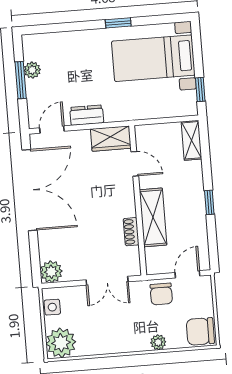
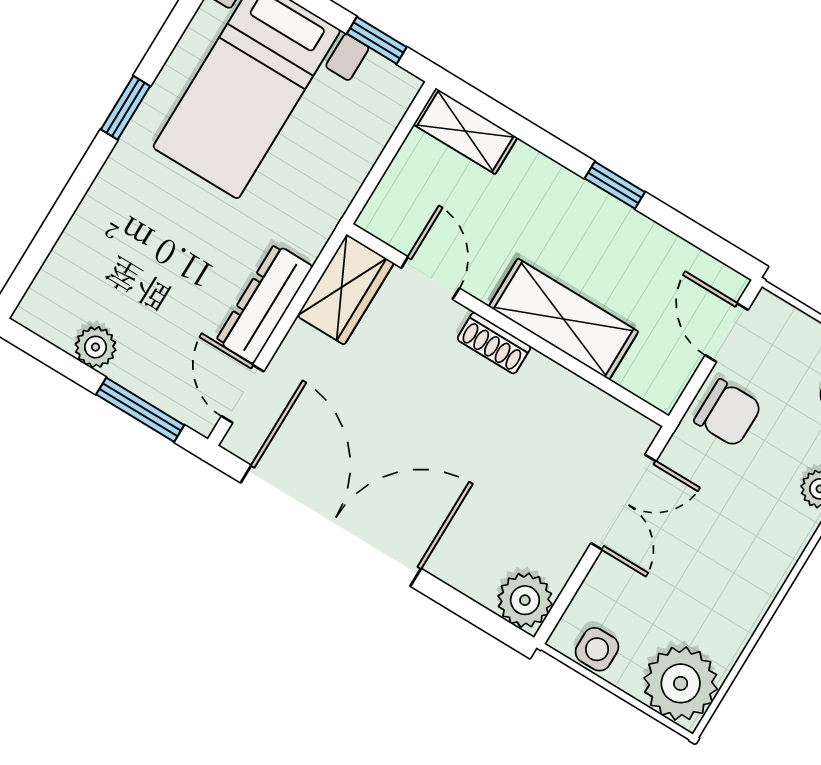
window: (21, 80) -> (140, 410), moved
dresser: (87, 115) -> (264, 304), width x1.44
door: (135, 164) -> (430, 278), hinge flipped
shoe rack: (131, 232) -> (494, 343), moved

